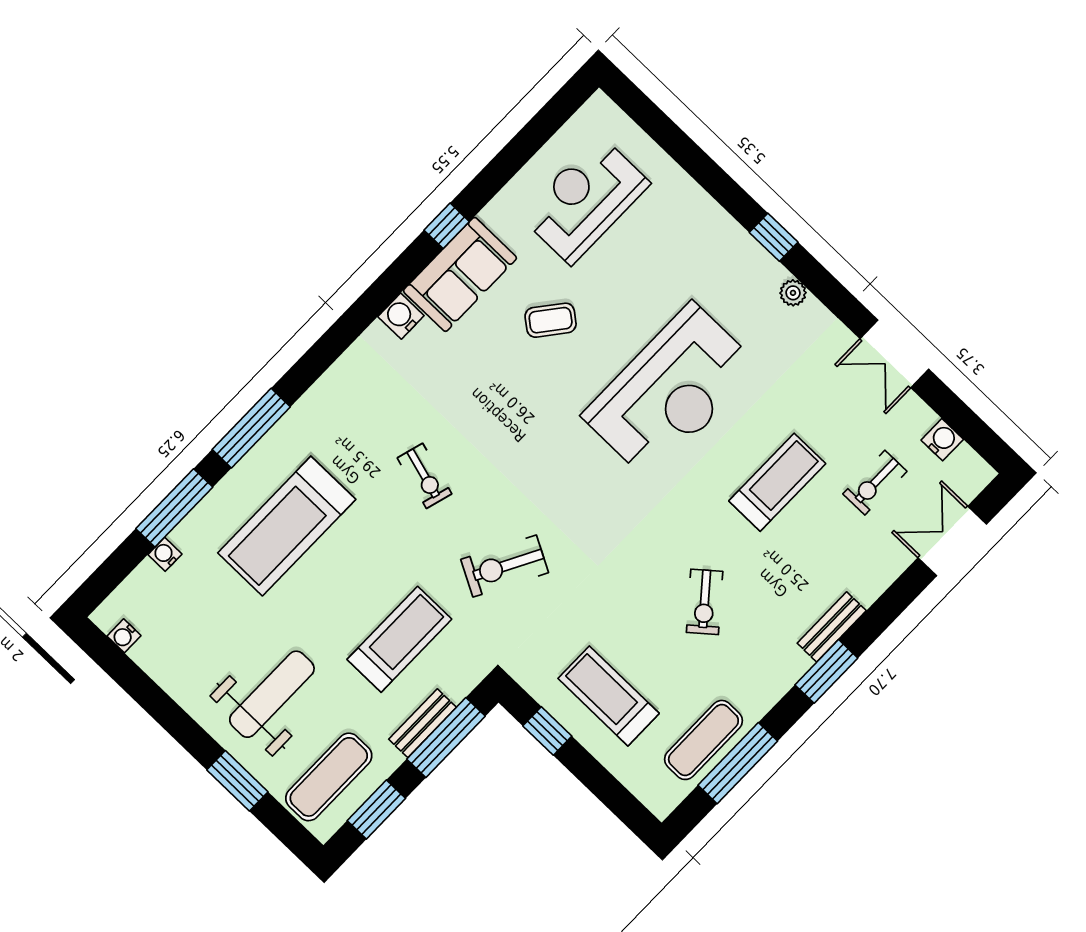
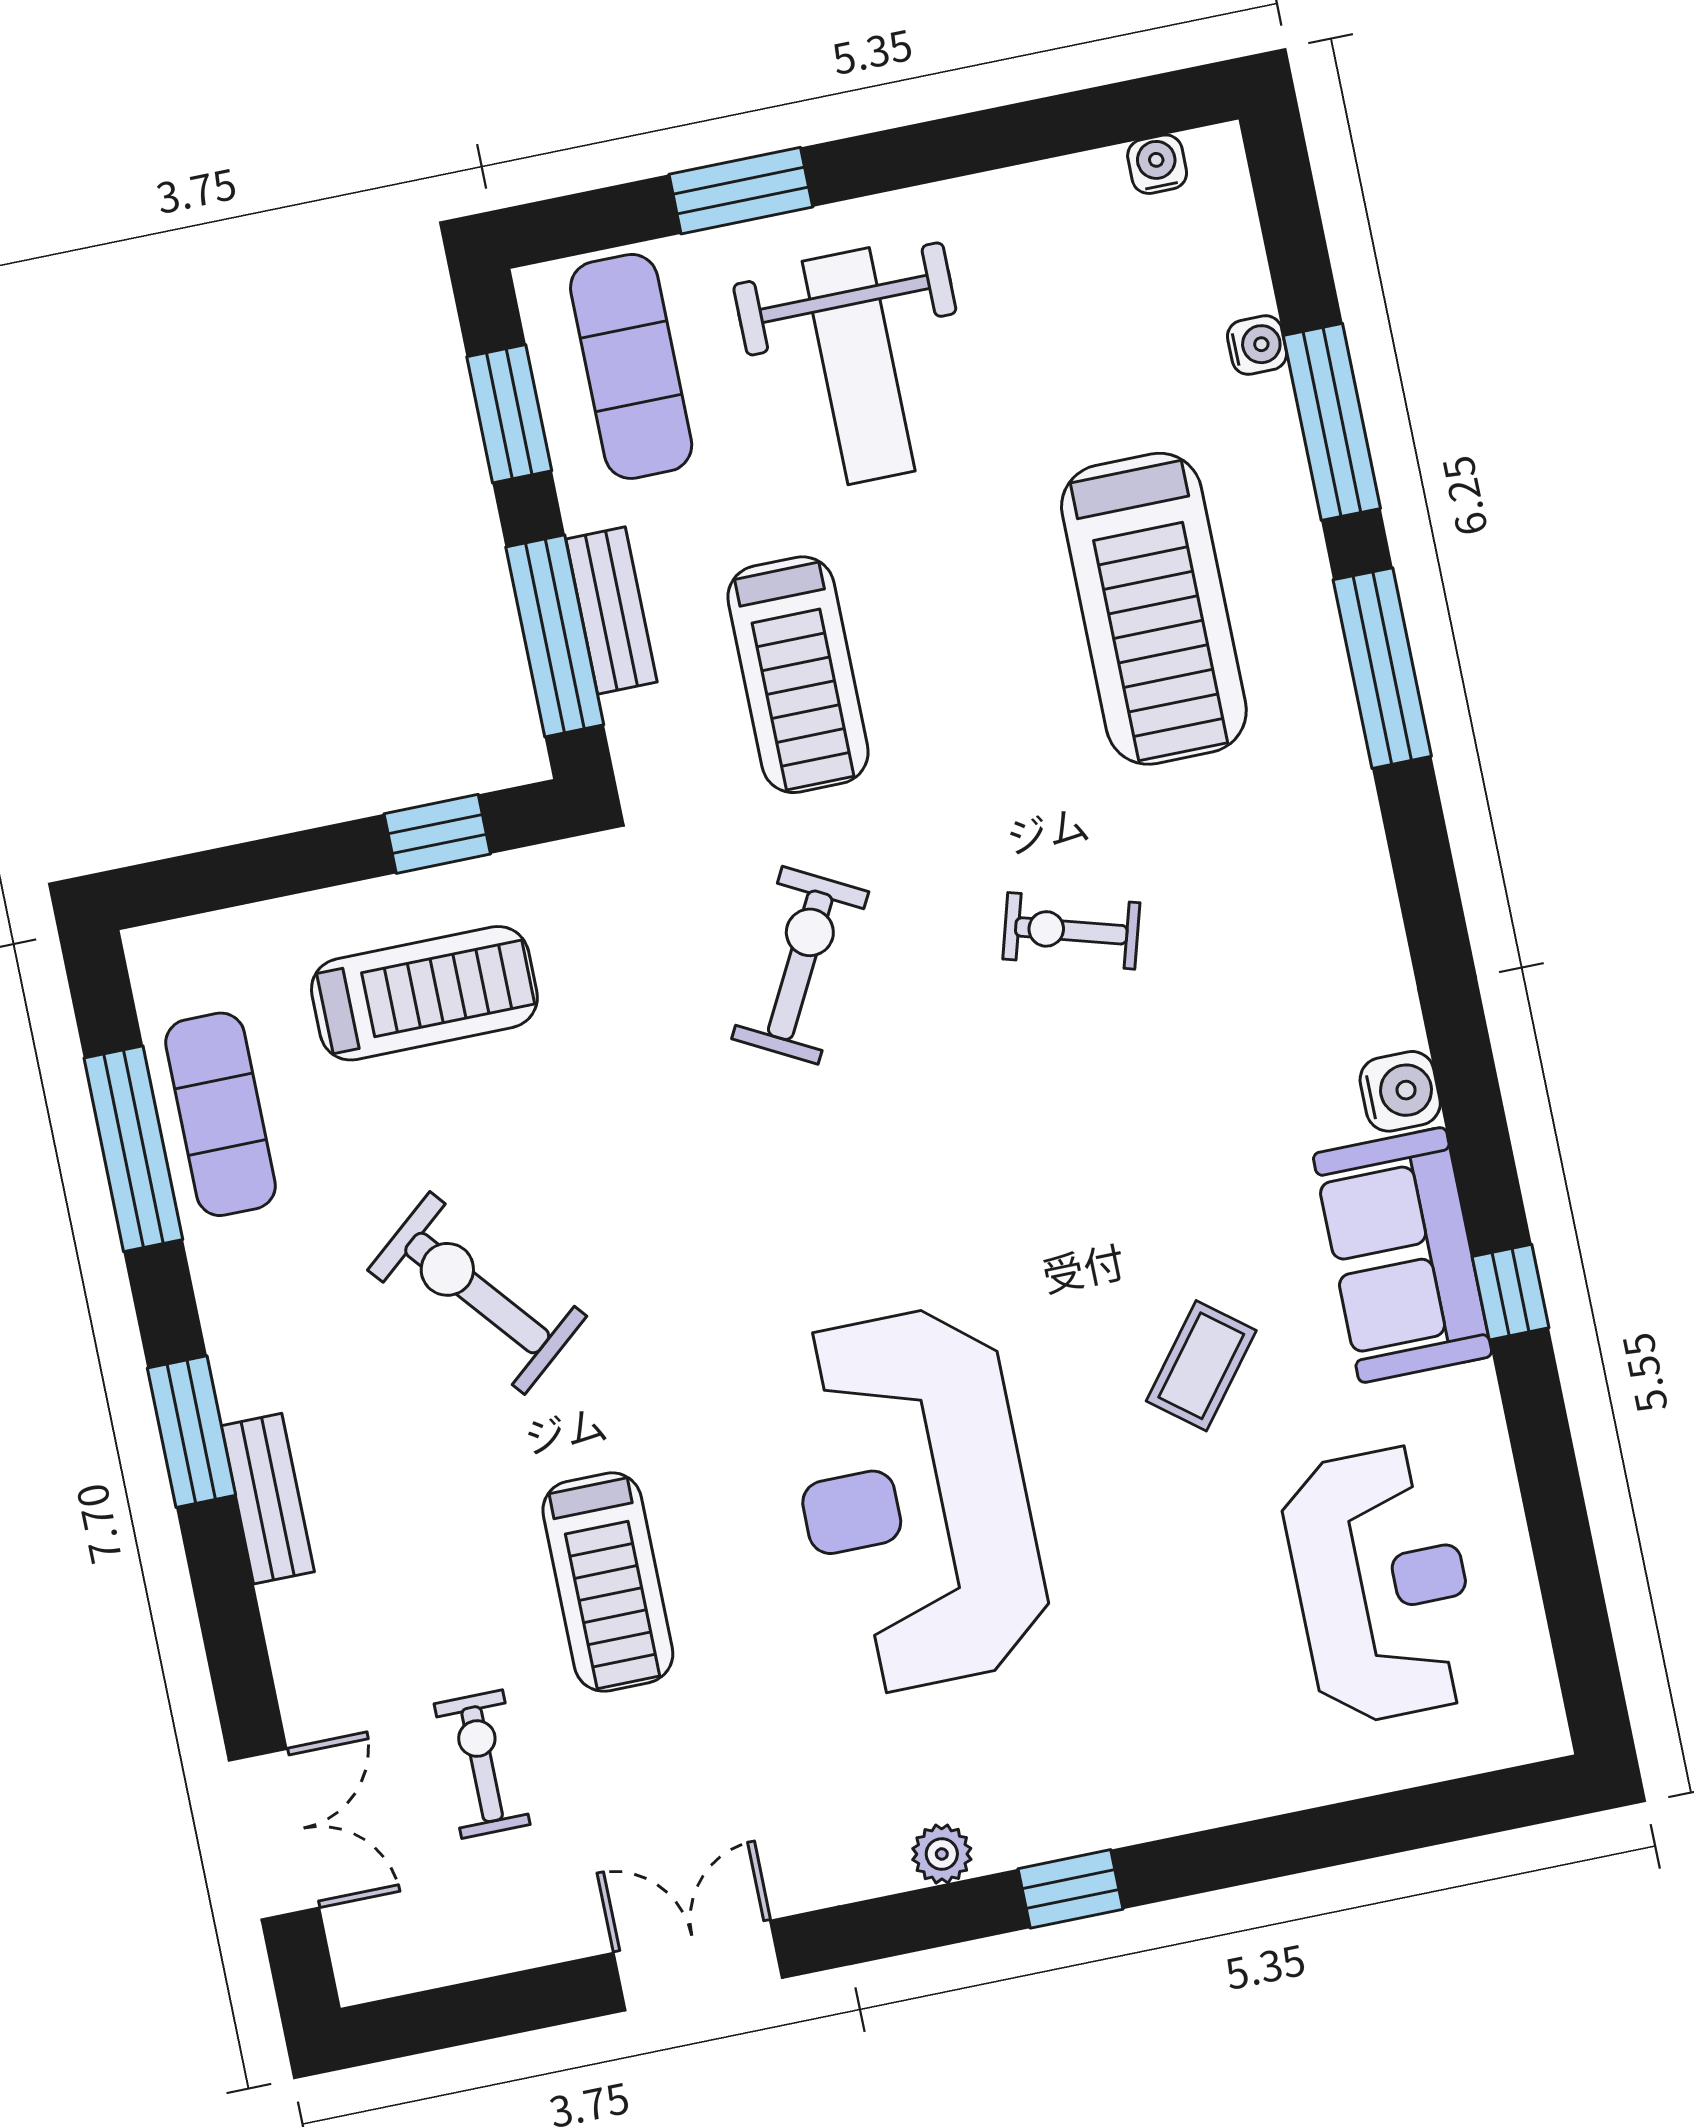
water cooler: (942, 440) -> (476, 1945), removed
treadmill: (287, 526) -> (1154, 609), turned 180
exercise bike: (705, 602) -> (477, 1293), width x1.38, depth x1.39

